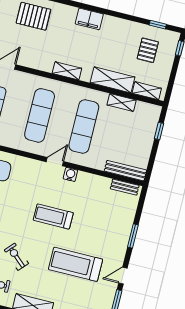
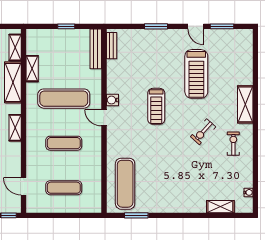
exercise mat: (40, 115) -> (64, 143), width x0.73, depth x0.69
window: (159, 131) -> (66, 26), moved

